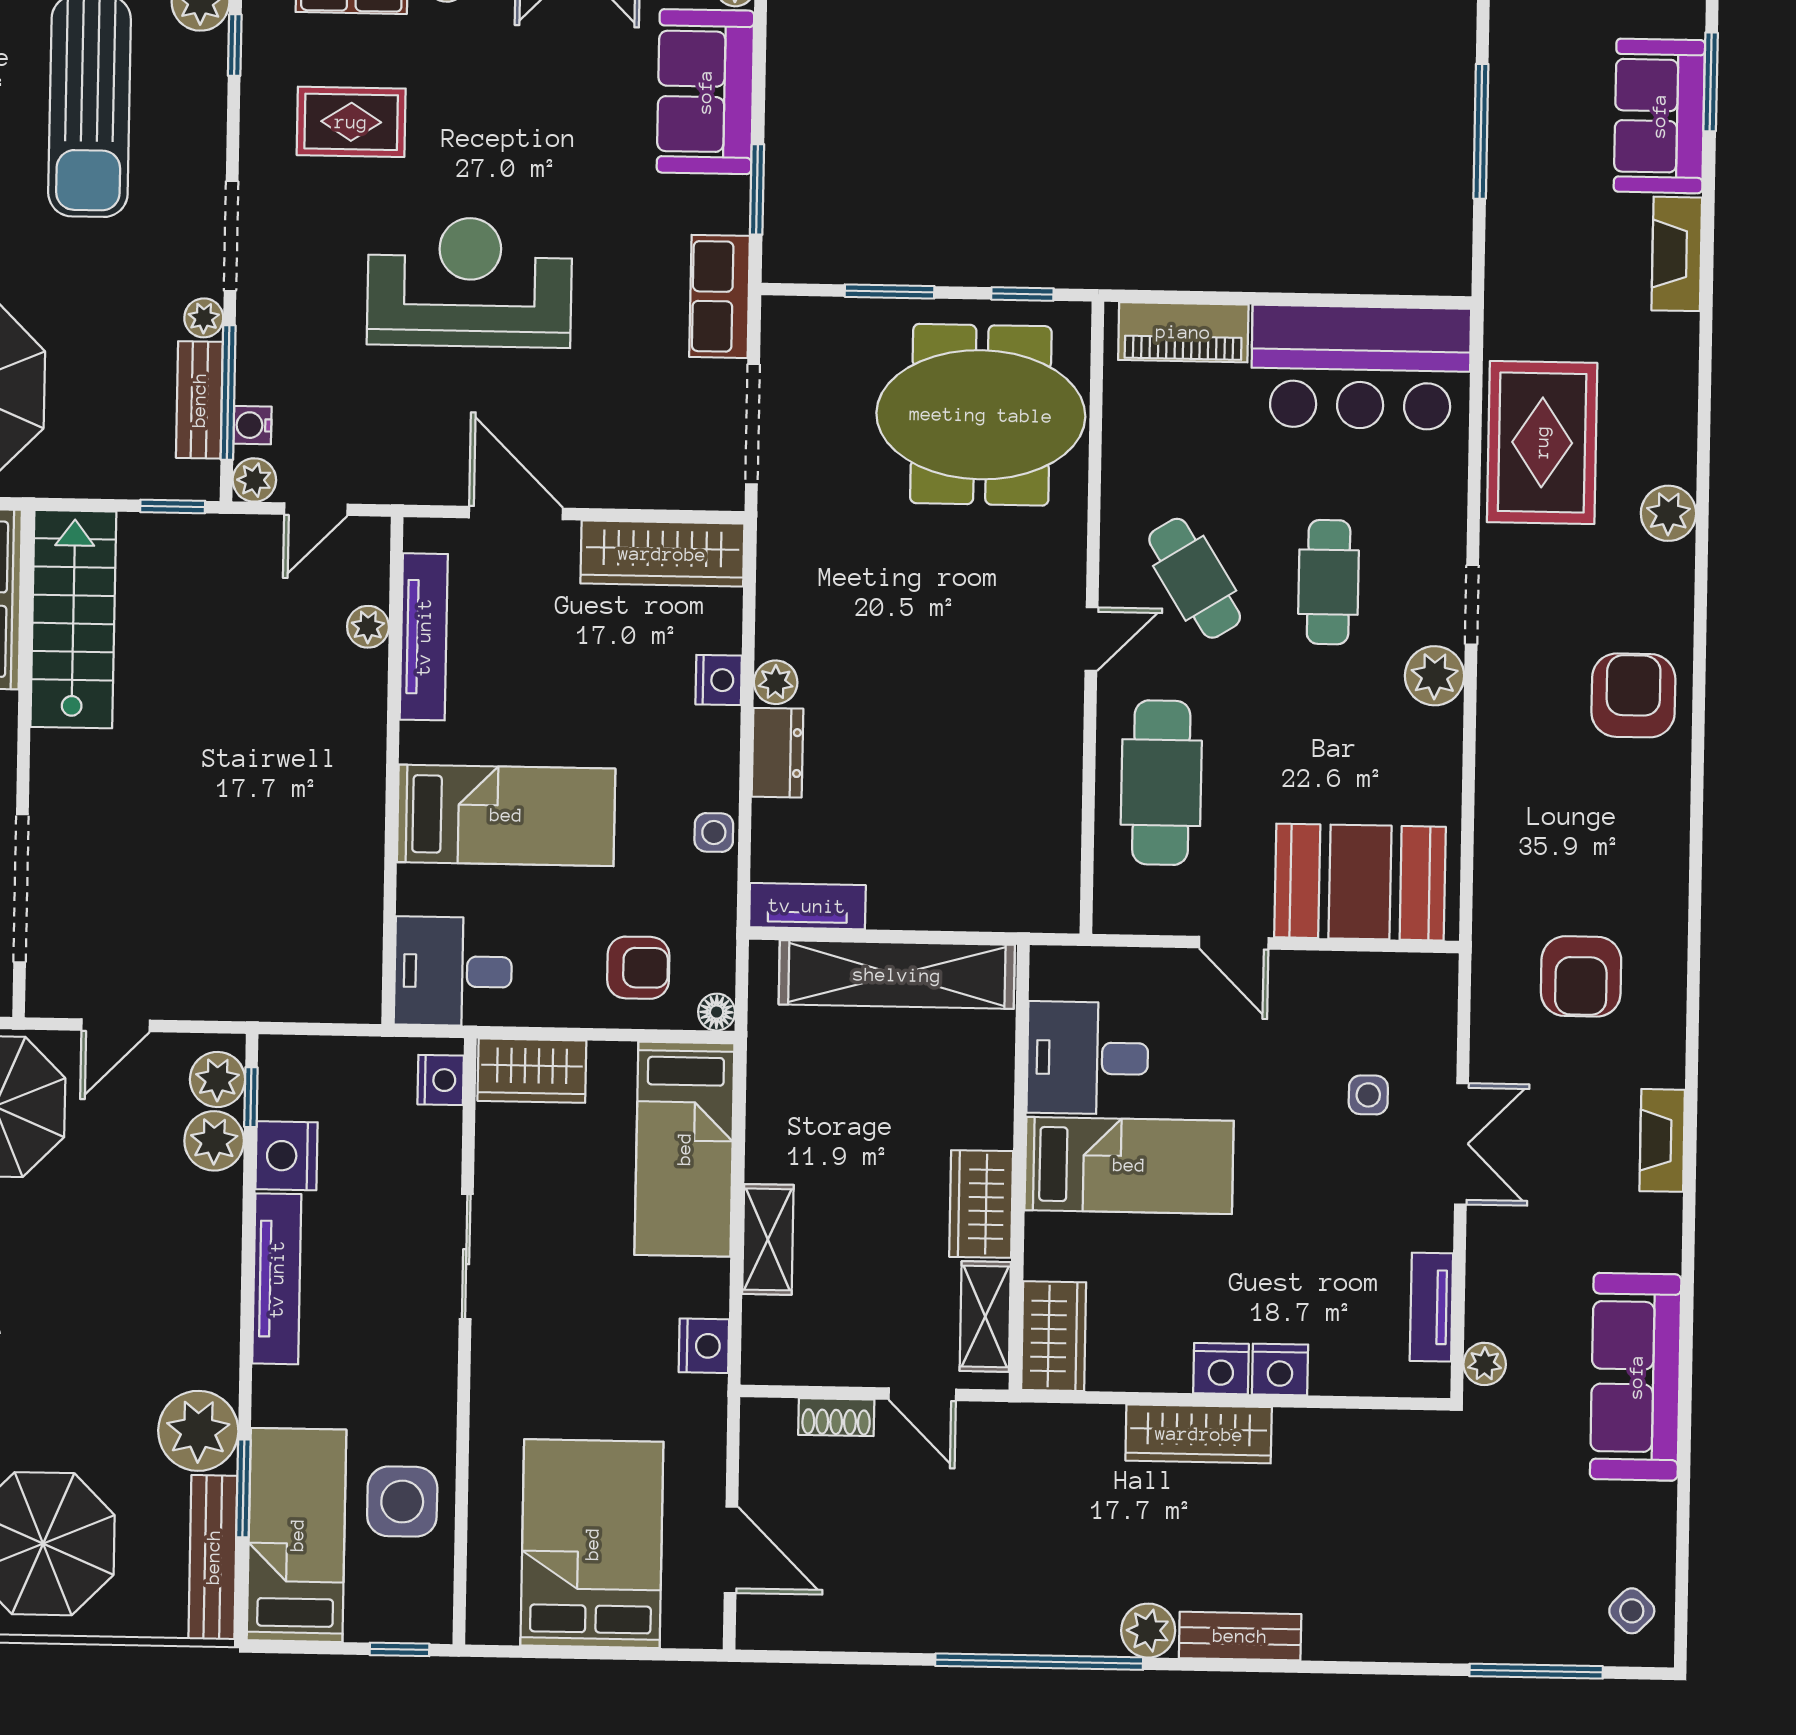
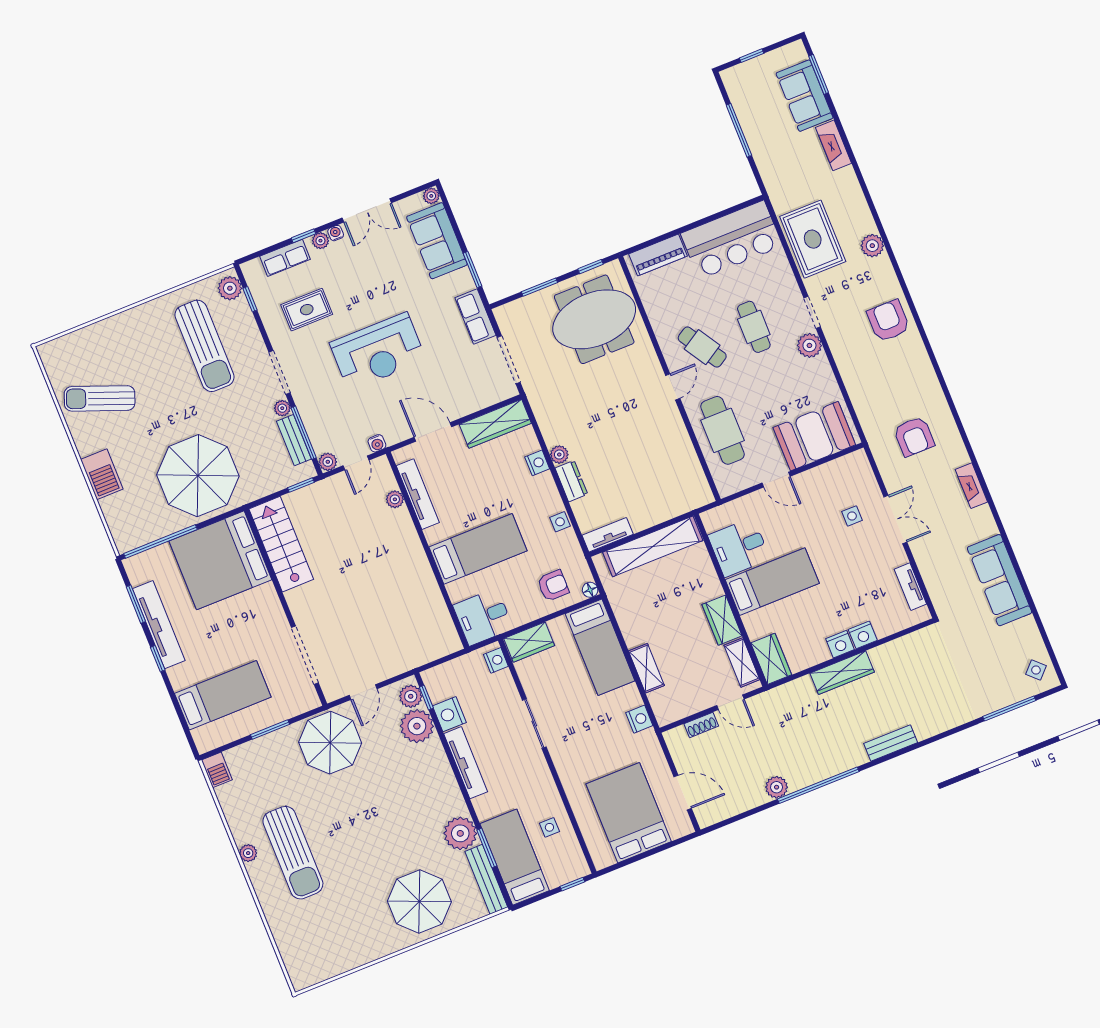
reception desk: (470, 282) -> (378, 352), turned 180
water cooler: (253, 425) -> (377, 443), moved, turned -90
plant: (214, 1141) -> (417, 726), width x1.36, depth x1.36
plant: (1485, 1364) -> (940, 600), removed
side table: (402, 1502) -> (549, 827), width x0.54, depth x0.54
plant: (1148, 1631) -> (777, 787), moved

